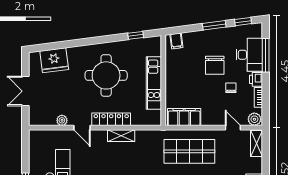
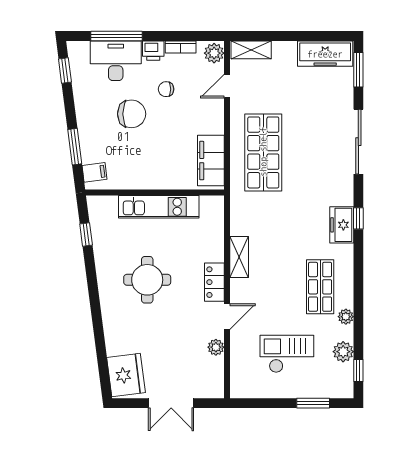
window: (214, 25) -> (75, 147), moved
fridge: (54, 60) -> (126, 375), moved
round table: (106, 75) -> (147, 280), width x0.73, depth x0.73
locker: (111, 119) -> (214, 282), width x0.66

